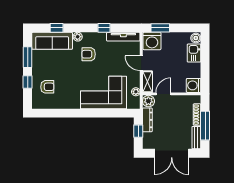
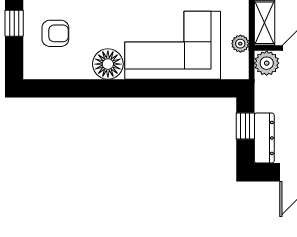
floor lamp: (72, 102) -> (108, 64), added
dresser: (147, 120) -> (264, 138), moved

